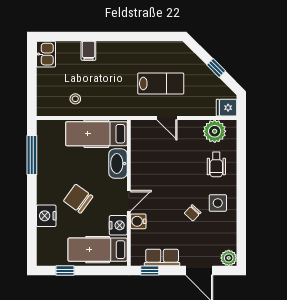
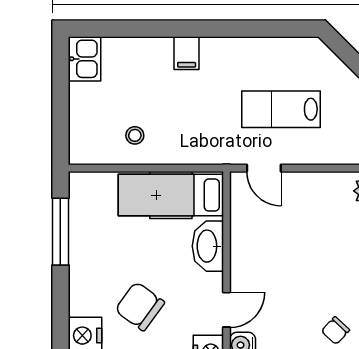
filing cabinet: (88, 51) -> (187, 53), moved
lab bench: (161, 84) -> (281, 109), turned 180
door: (167, 118) -> (264, 168), moved

